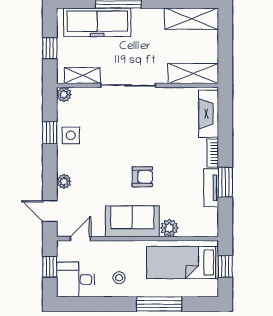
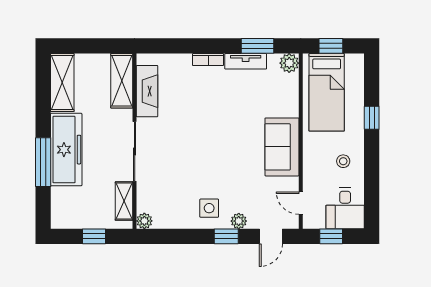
freezer: (97, 22) -> (66, 150), moved
fireplace: (209, 114) -> (147, 91), moved, turned -90
window: (50, 133) -> (226, 236), moved
side table: (71, 135) -> (209, 208), moved
armchair: (142, 177) -> (234, 136), removed
window: (225, 182) -> (257, 46), moved
plant: (169, 228) -> (289, 63), moved
window: (159, 304) -> (372, 118), width x0.46

